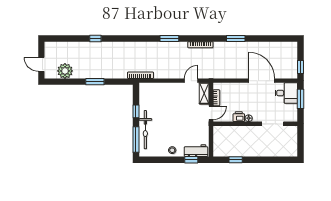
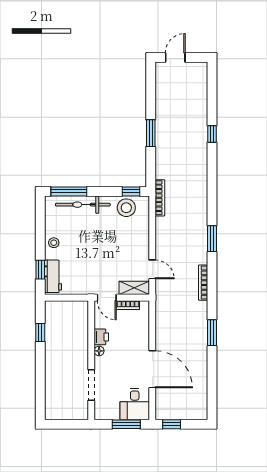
plant: (65, 71) -> (166, 91), removed
door: (262, 81) -> (152, 369), hinge flipped
stool: (148, 99) -> (126, 208), added
window: (136, 111) -> (131, 191), moved

